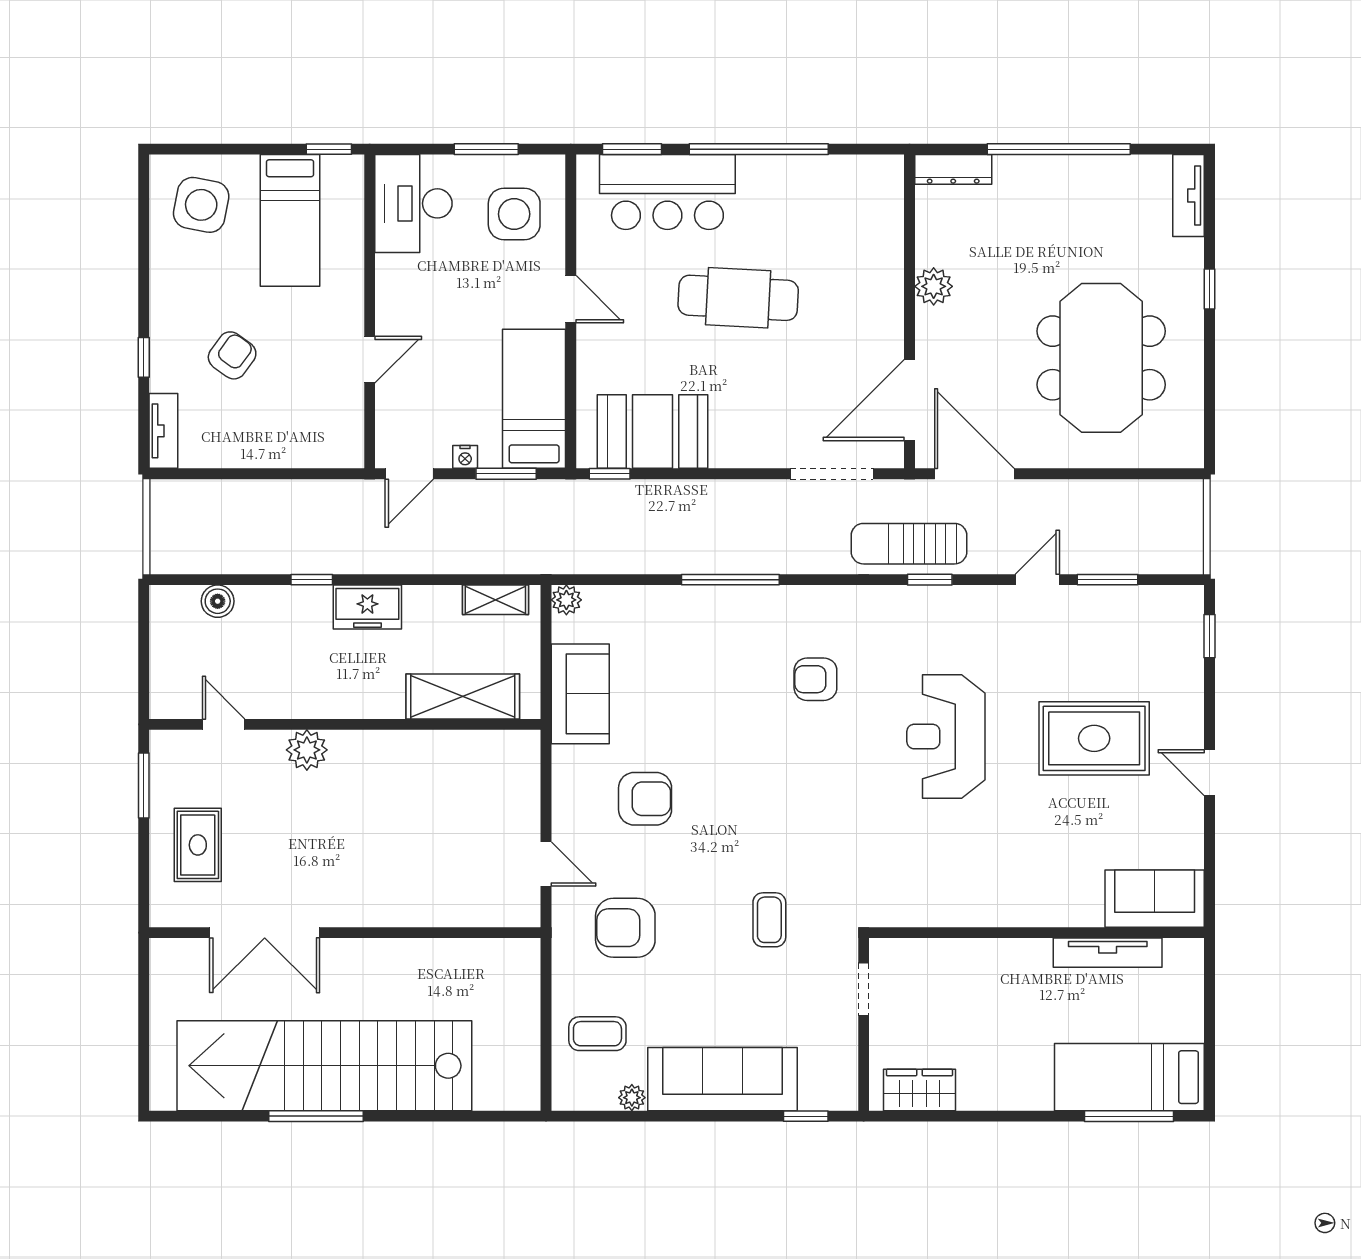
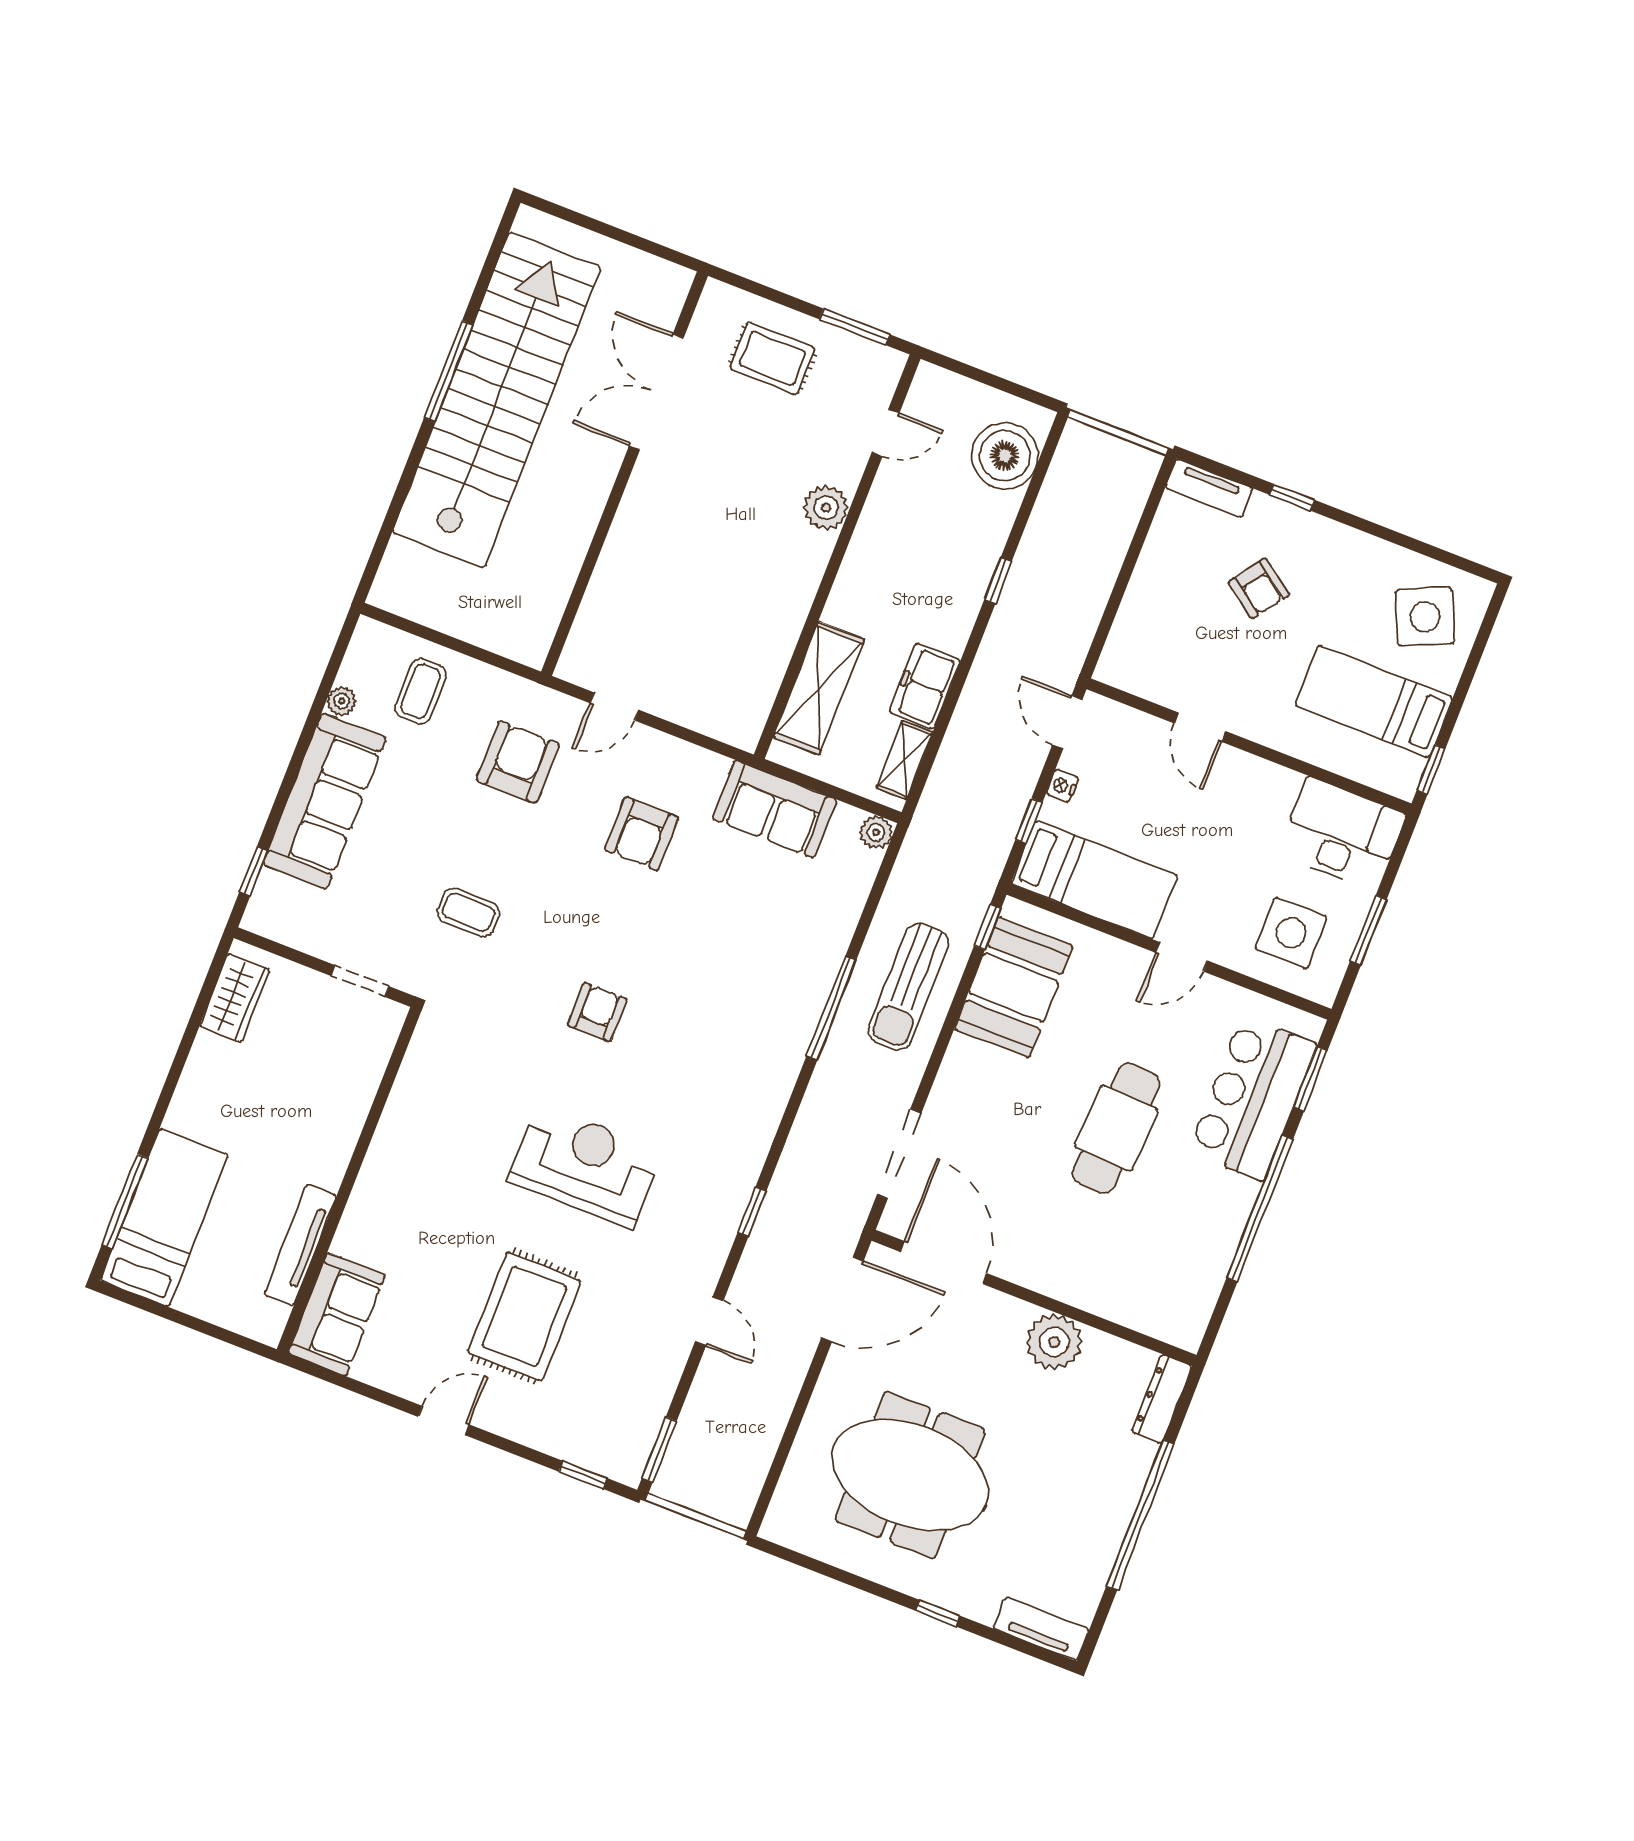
side table: (201, 205) -> (1425, 617), turned -35
plant: (934, 286) -> (1054, 1342), width x1.36, depth x1.36
window: (506, 474) -> (1029, 821), width x0.67
sun lounger: (909, 544) -> (908, 986), moved, turned 180
window: (1107, 580) -> (659, 1450), moved
boiler: (218, 601) -> (1005, 456), width x1.86, depth x1.86
freezer: (367, 607) -> (925, 686), moved
armchair: (815, 679) -> (597, 1012), moved

